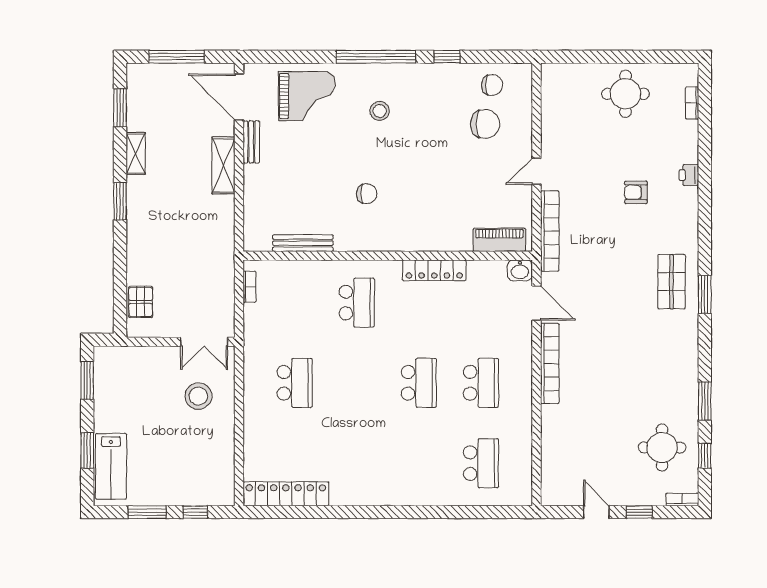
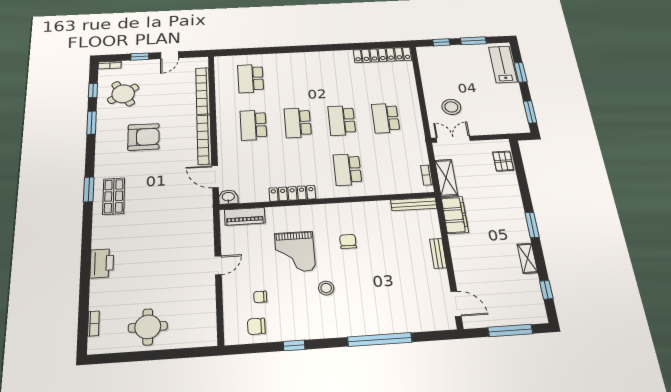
window: (376, 57) -> (380, 340), moved
grand piano: (307, 96) -> (295, 252), moved, turned -90
door: (239, 97) -> (456, 304), width x0.73
window: (120, 108) -> (546, 290), width x0.67
stool: (380, 111) -> (326, 288), moved
chair: (485, 124) -> (260, 297), width x0.54, depth x0.54
bench: (251, 142) -> (438, 253), moved
shelving: (223, 165) -> (446, 178), moved
printer: (689, 175) -> (102, 263), width x1.87, depth x1.48
armchair: (636, 192) -> (143, 137), moved, width x1.88, depth x1.88
chair: (367, 194) -> (348, 241), turned 90
filing cabinet: (221, 223) -> (455, 215), added
bookcase: (550, 231) -> (203, 91), moved
bench: (303, 243) -> (414, 204), moved
school desk: (357, 383) -> (342, 120), added
round table: (662, 447) -> (123, 94), turned -32
door: (596, 512) -> (170, 55), hinge flipped

